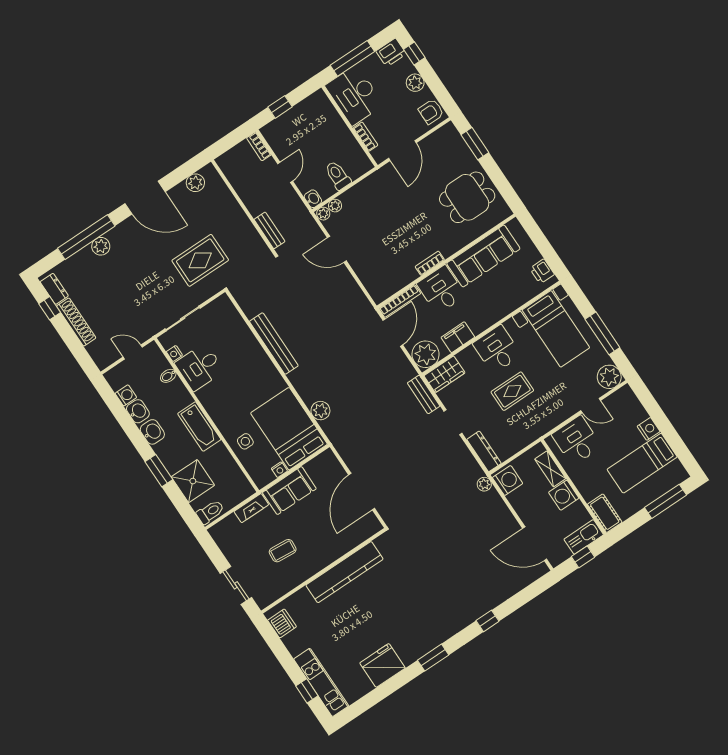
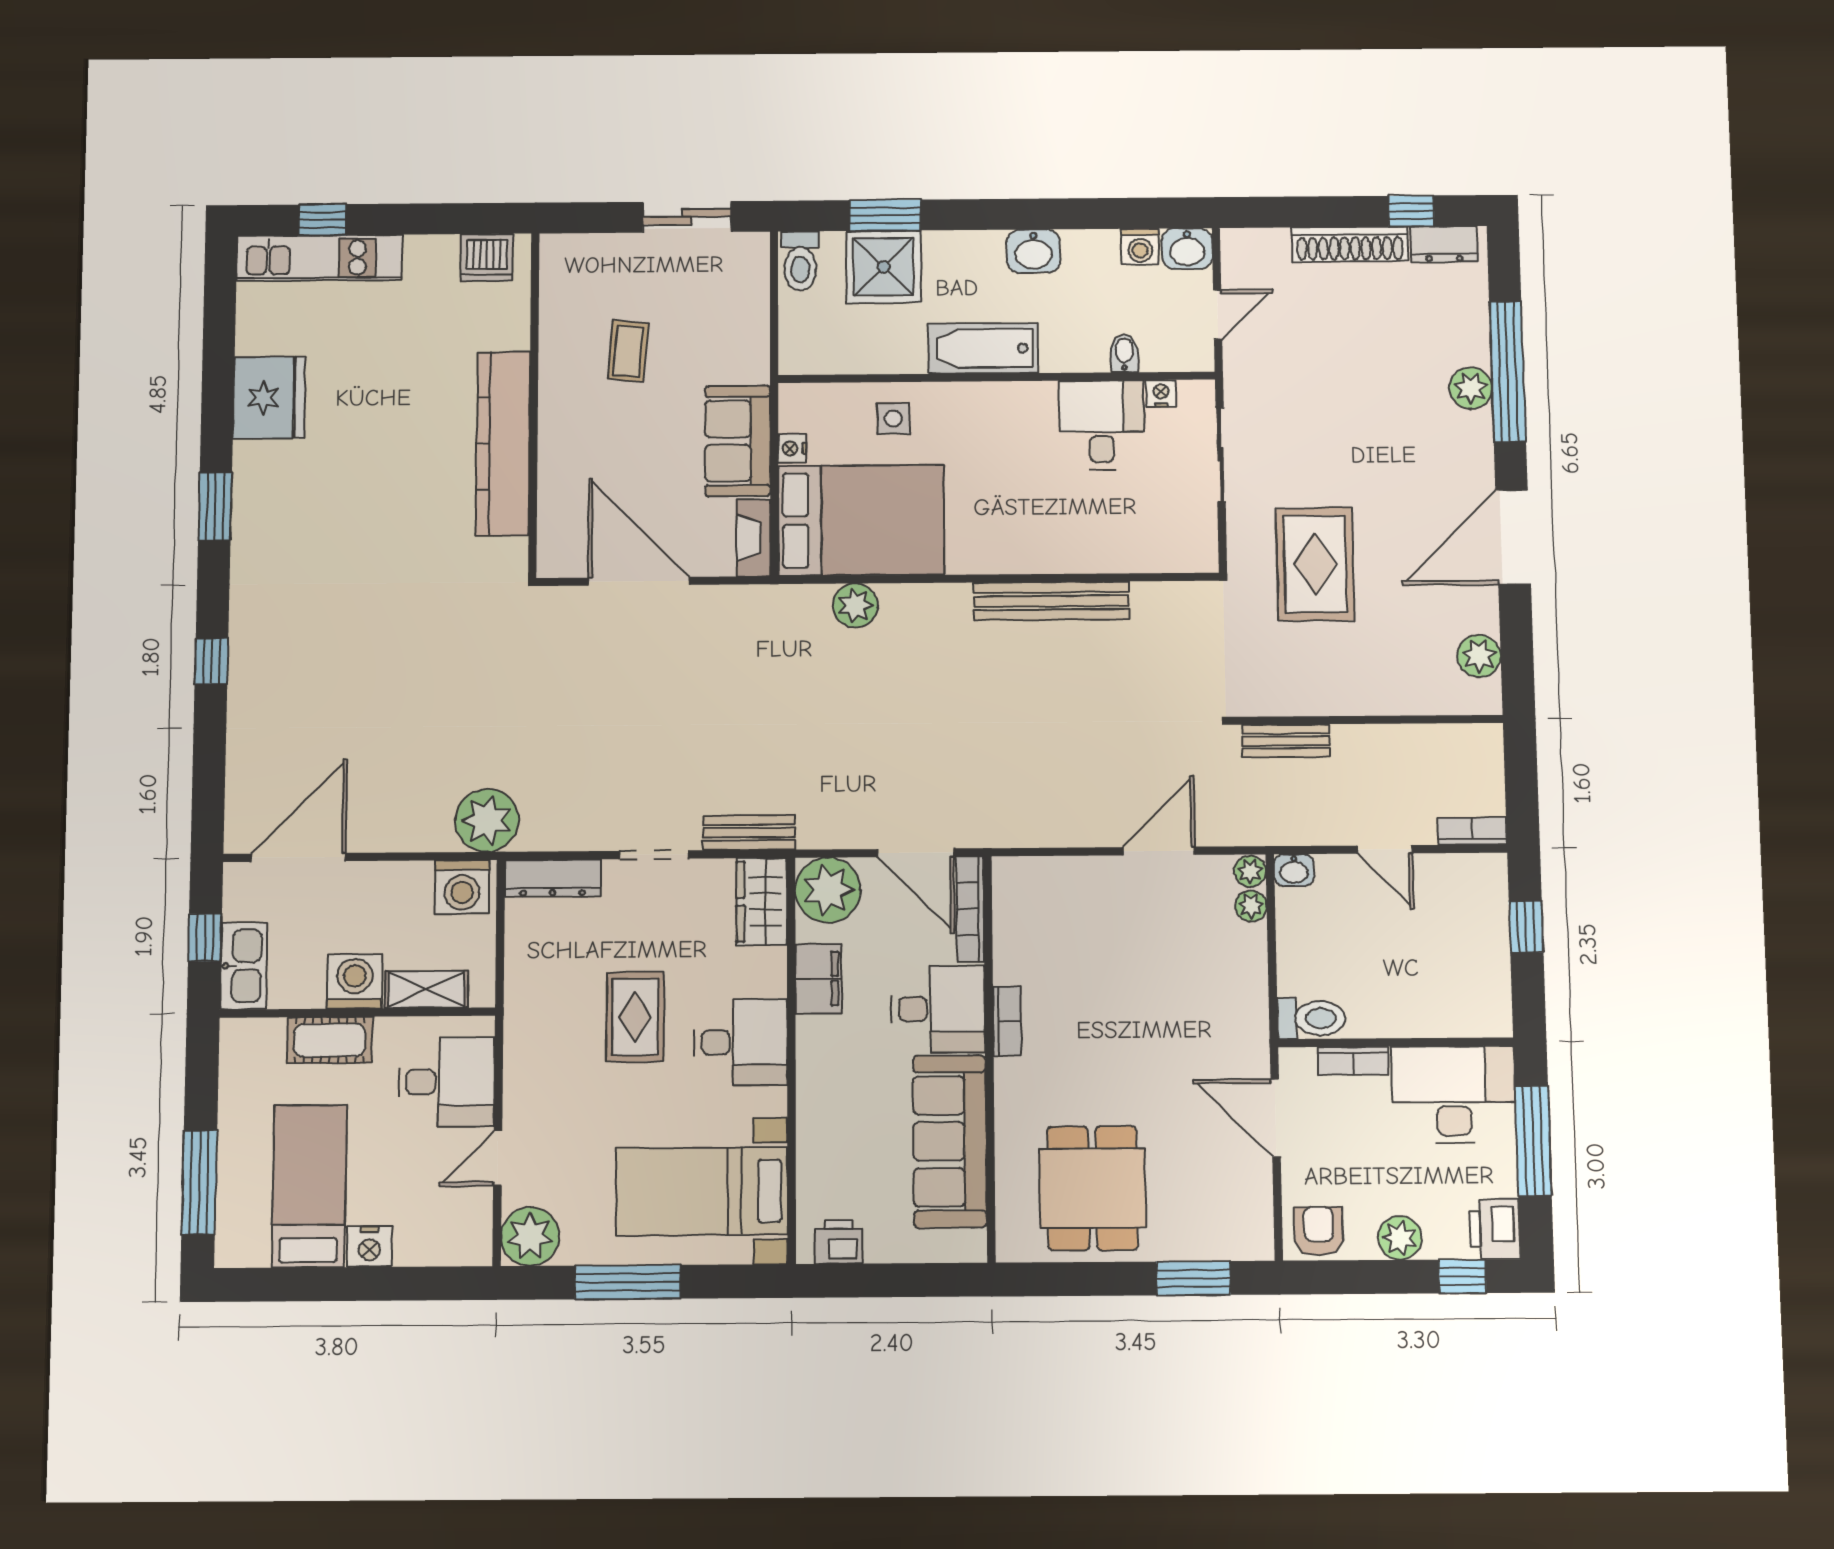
toilet: (338, 175) -> (1311, 1018), moved
washbasin: (138, 411) -> (1187, 249), moved
window: (159, 471) -> (885, 215), moved
plant: (484, 484) -> (487, 820), width x1.87, depth x1.87
fireplace: (251, 508) -> (754, 538), moved
cot: (605, 513) -> (330, 1040), moved
sliding door: (236, 585) -> (687, 217), moved

